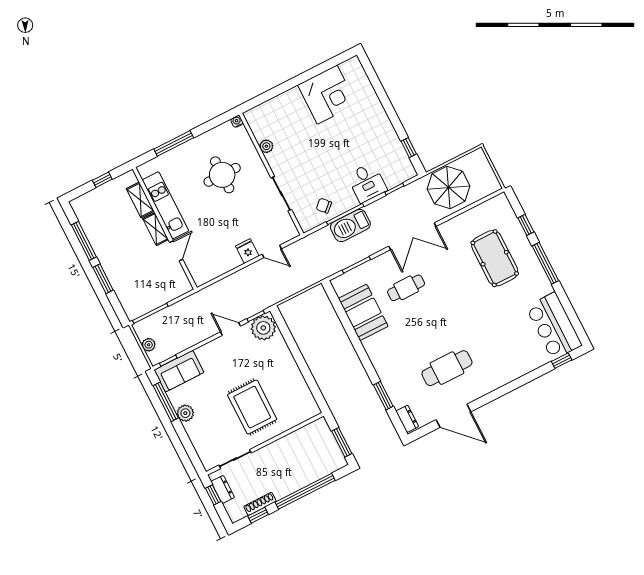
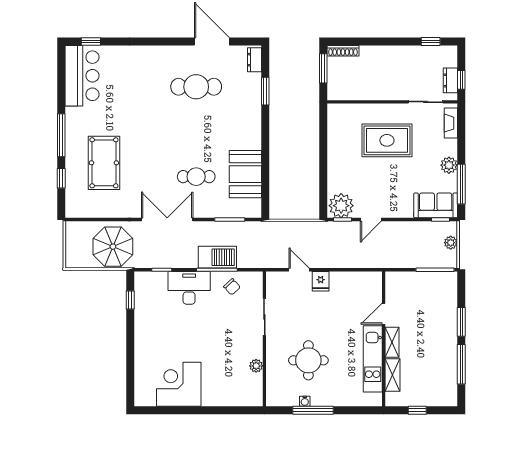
water cooler: (237, 121) -> (305, 401), moved
window: (174, 143) -> (313, 410), moved
desk: (367, 183) -> (189, 288), width x1.37
door: (231, 329) -> (371, 220), hinge flipped
rug: (252, 407) -> (387, 140), turned 90
fireplace: (203, 452) -> (451, 123), added
window: (305, 491) -> (378, 41), removed
shoe rack: (260, 504) -> (343, 51), moved

